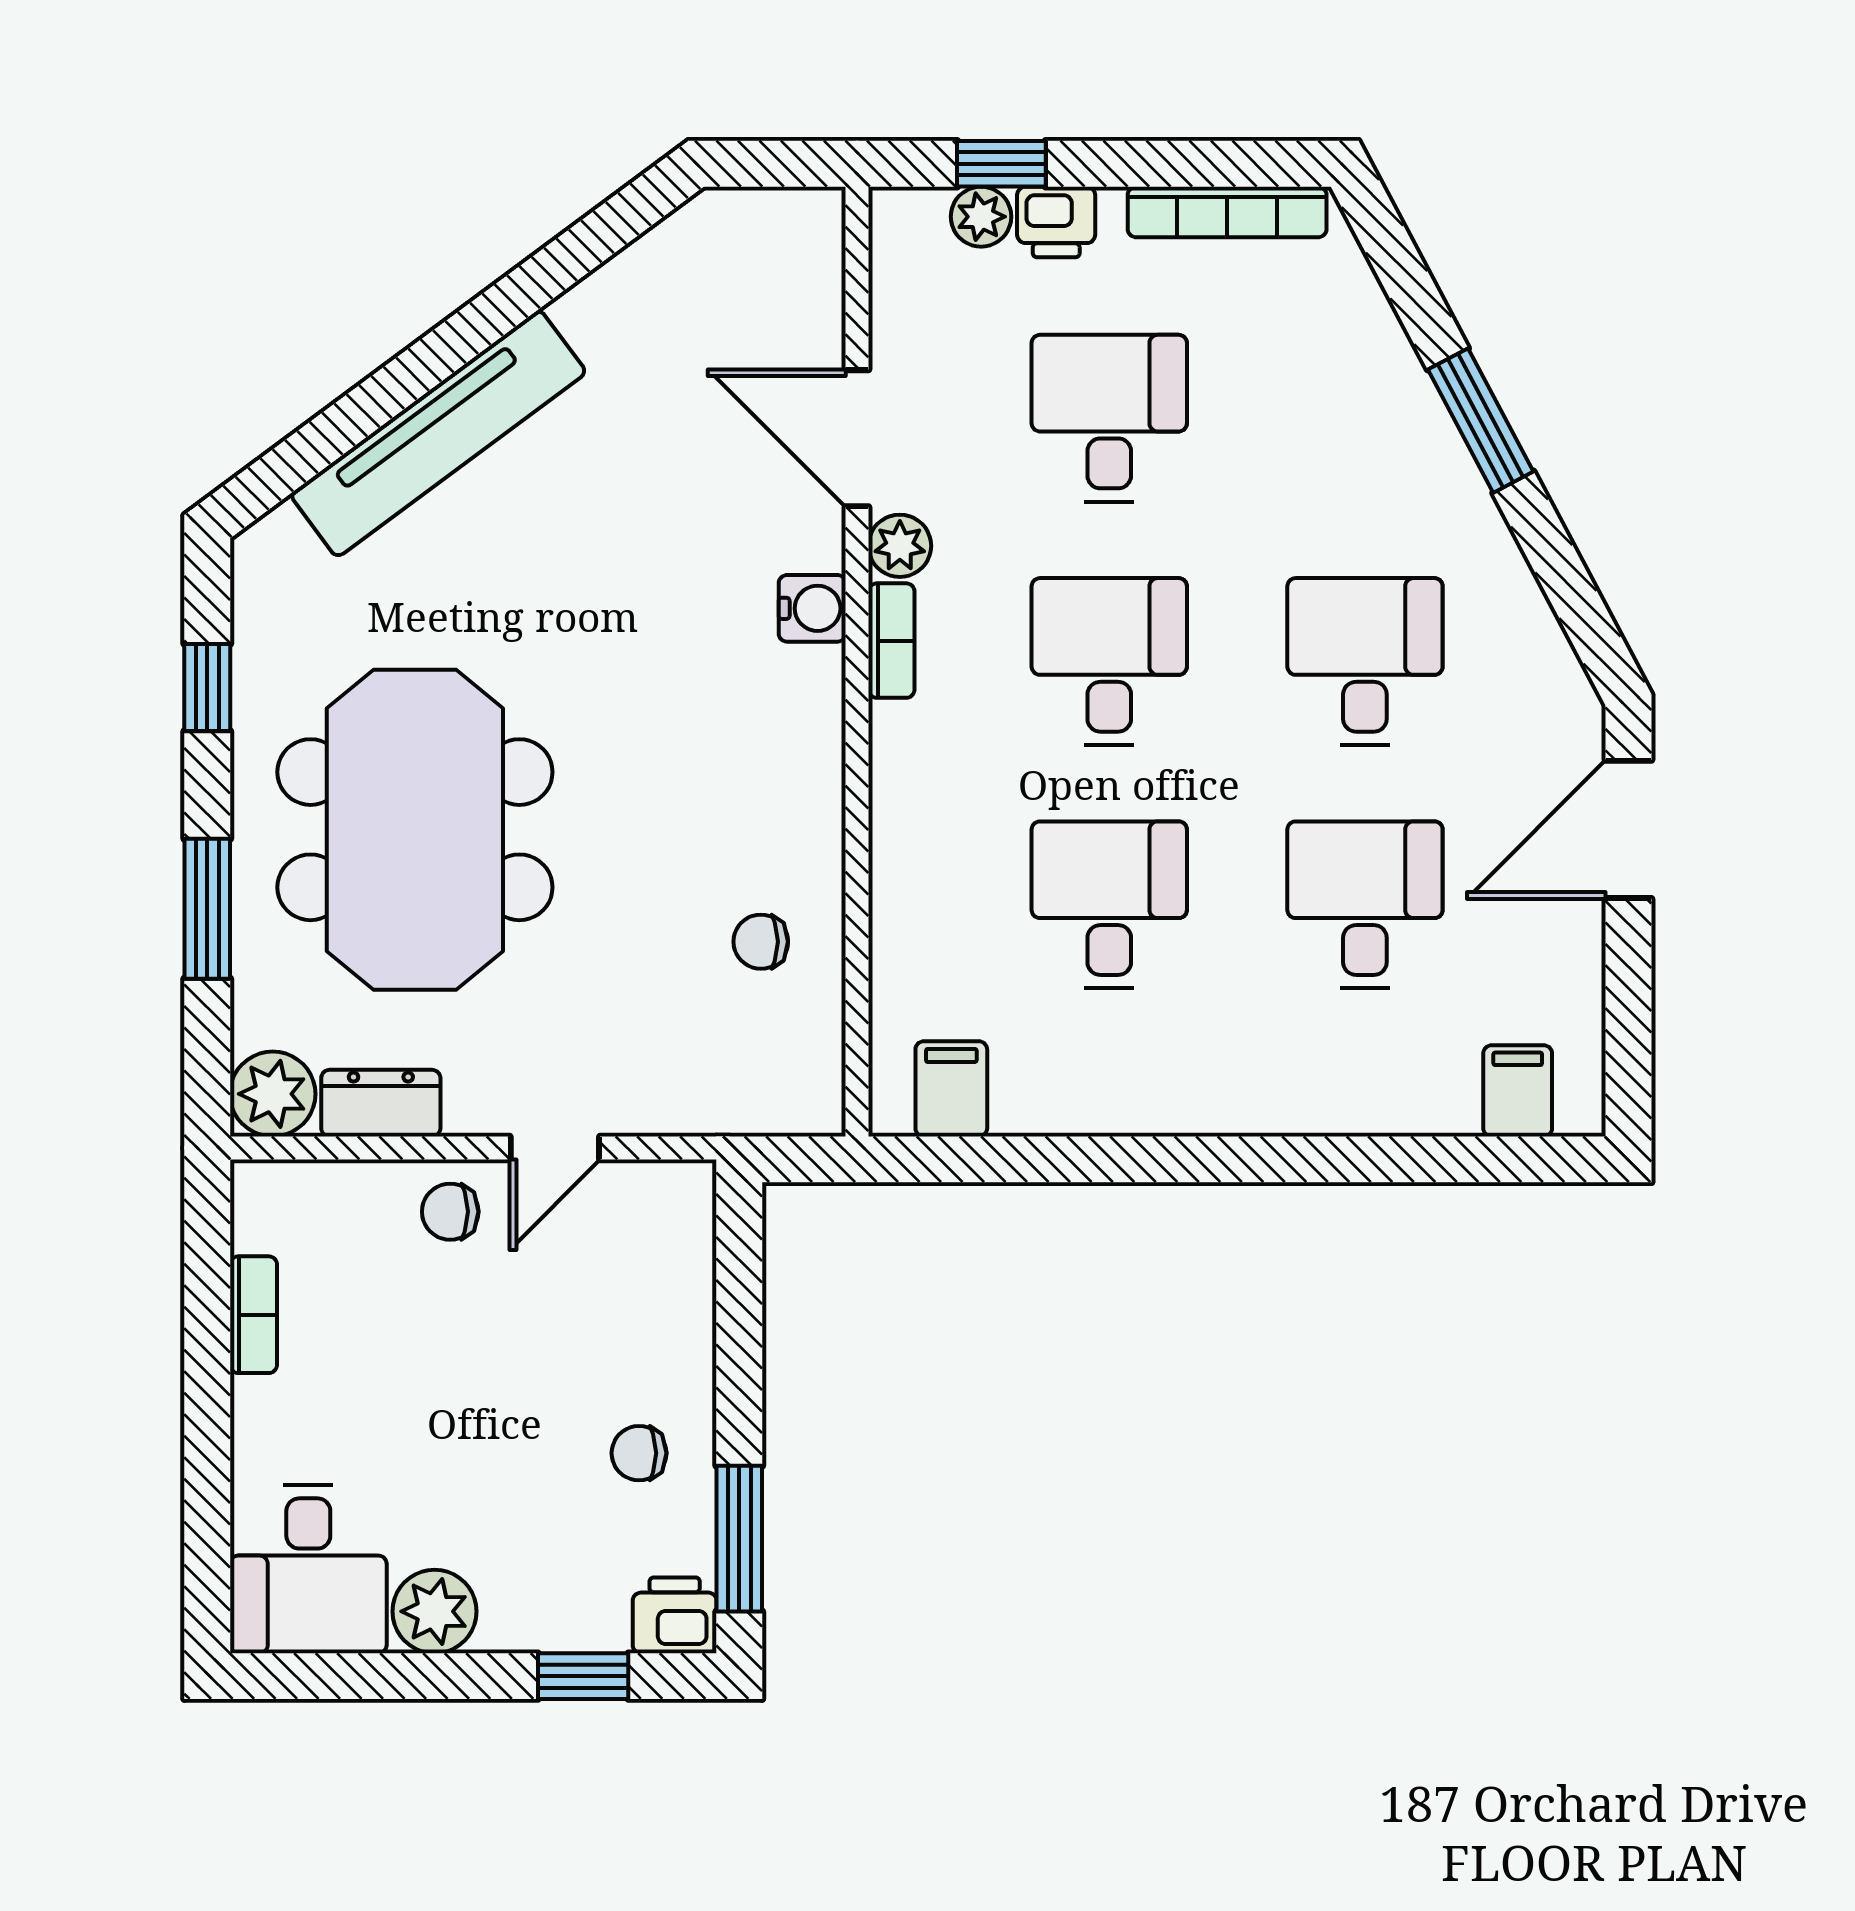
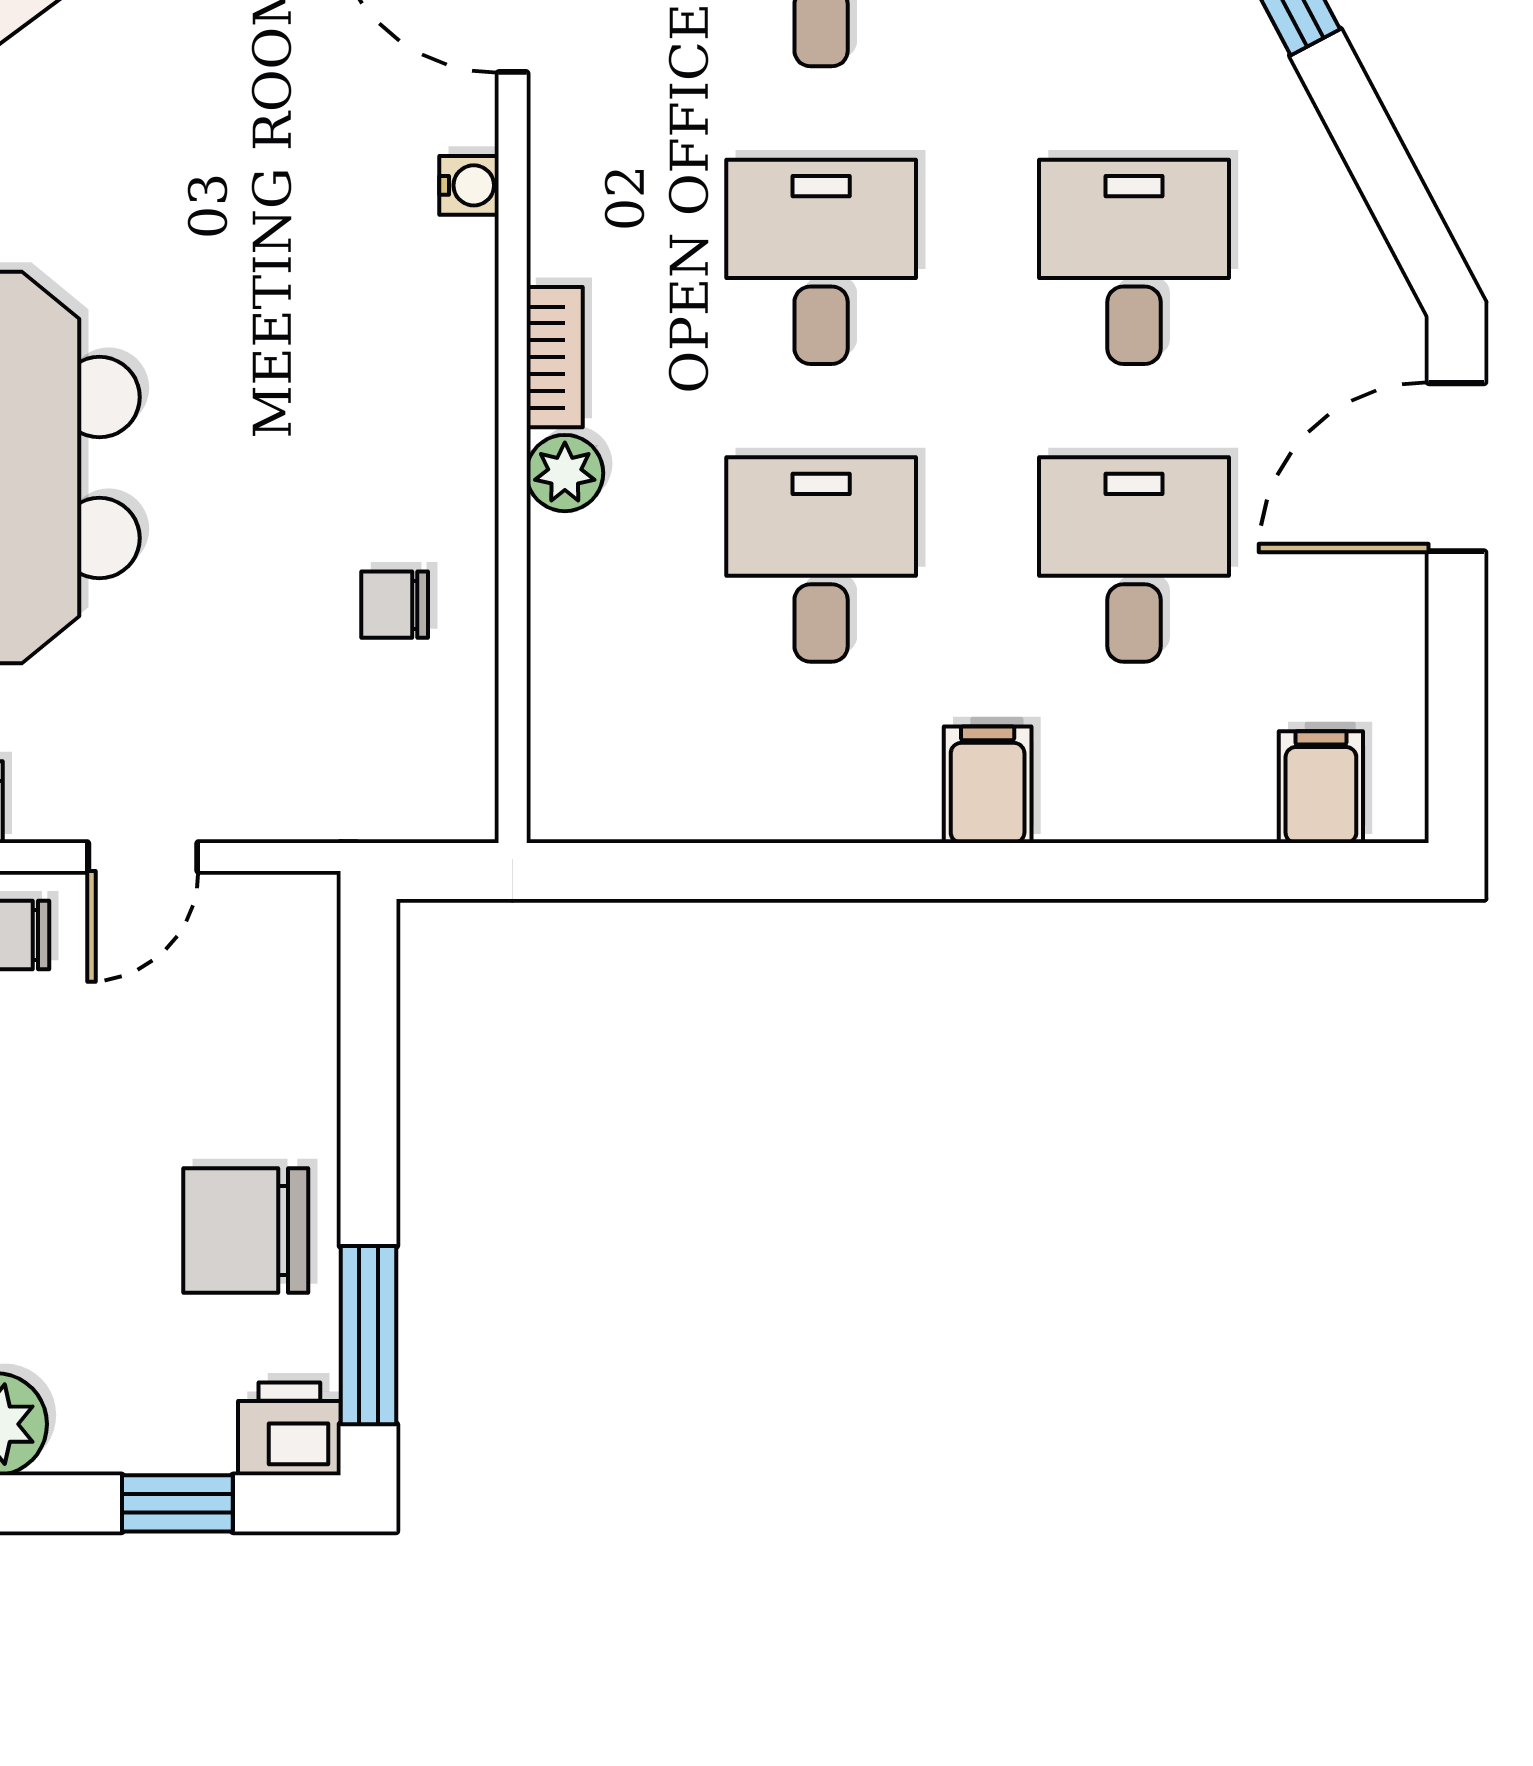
plant: (900, 546) -> (565, 473), moved
water cooler: (812, 608) -> (469, 185), width x0.72, depth x0.72
bookcase: (891, 641) -> (555, 357), moved
filing cabinet: (951, 1089) -> (988, 785), moved
chair: (639, 1453) -> (246, 1230), width x1.87, depth x1.87

